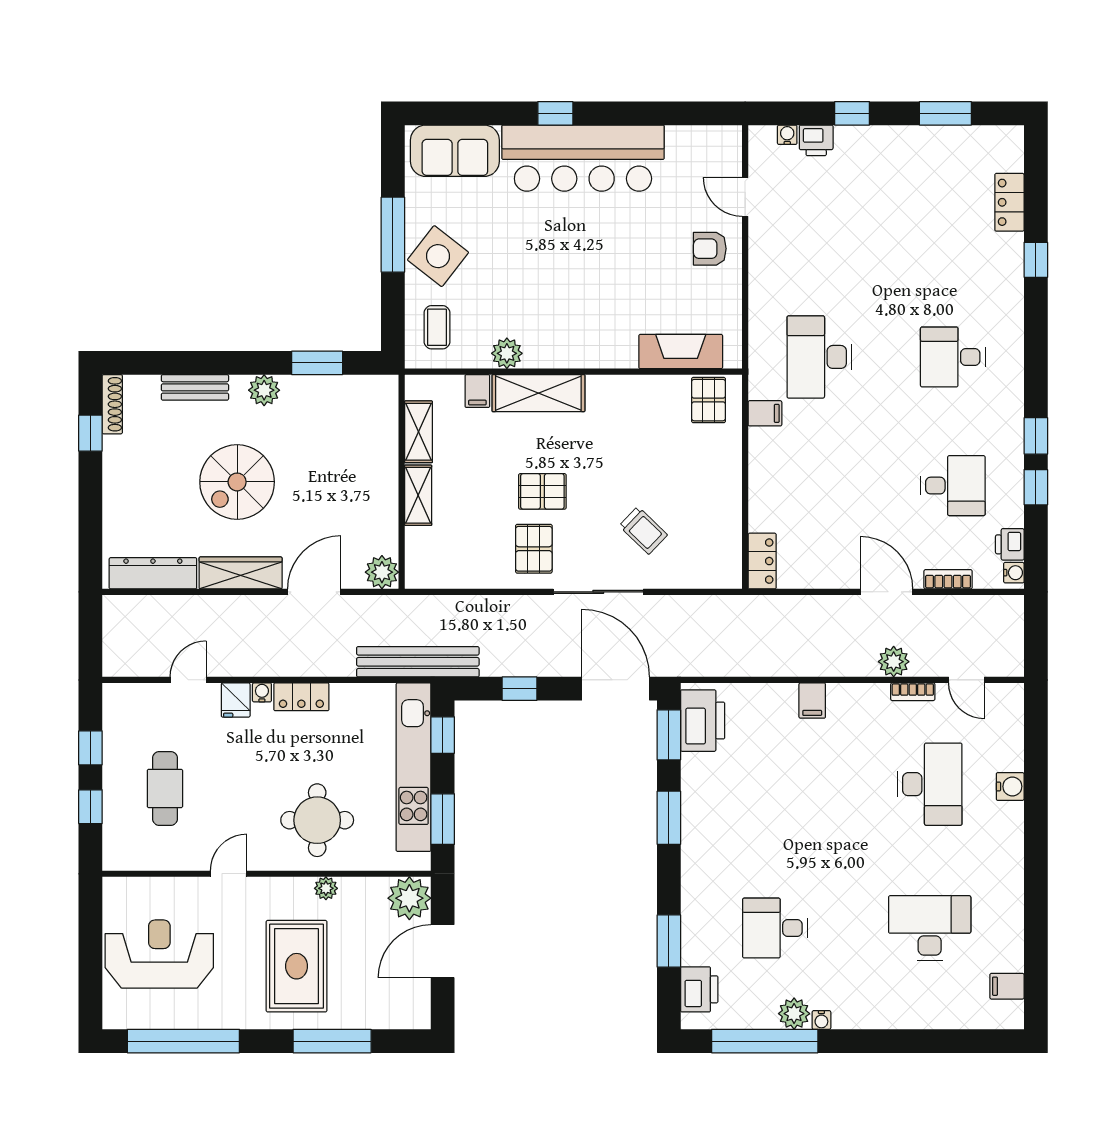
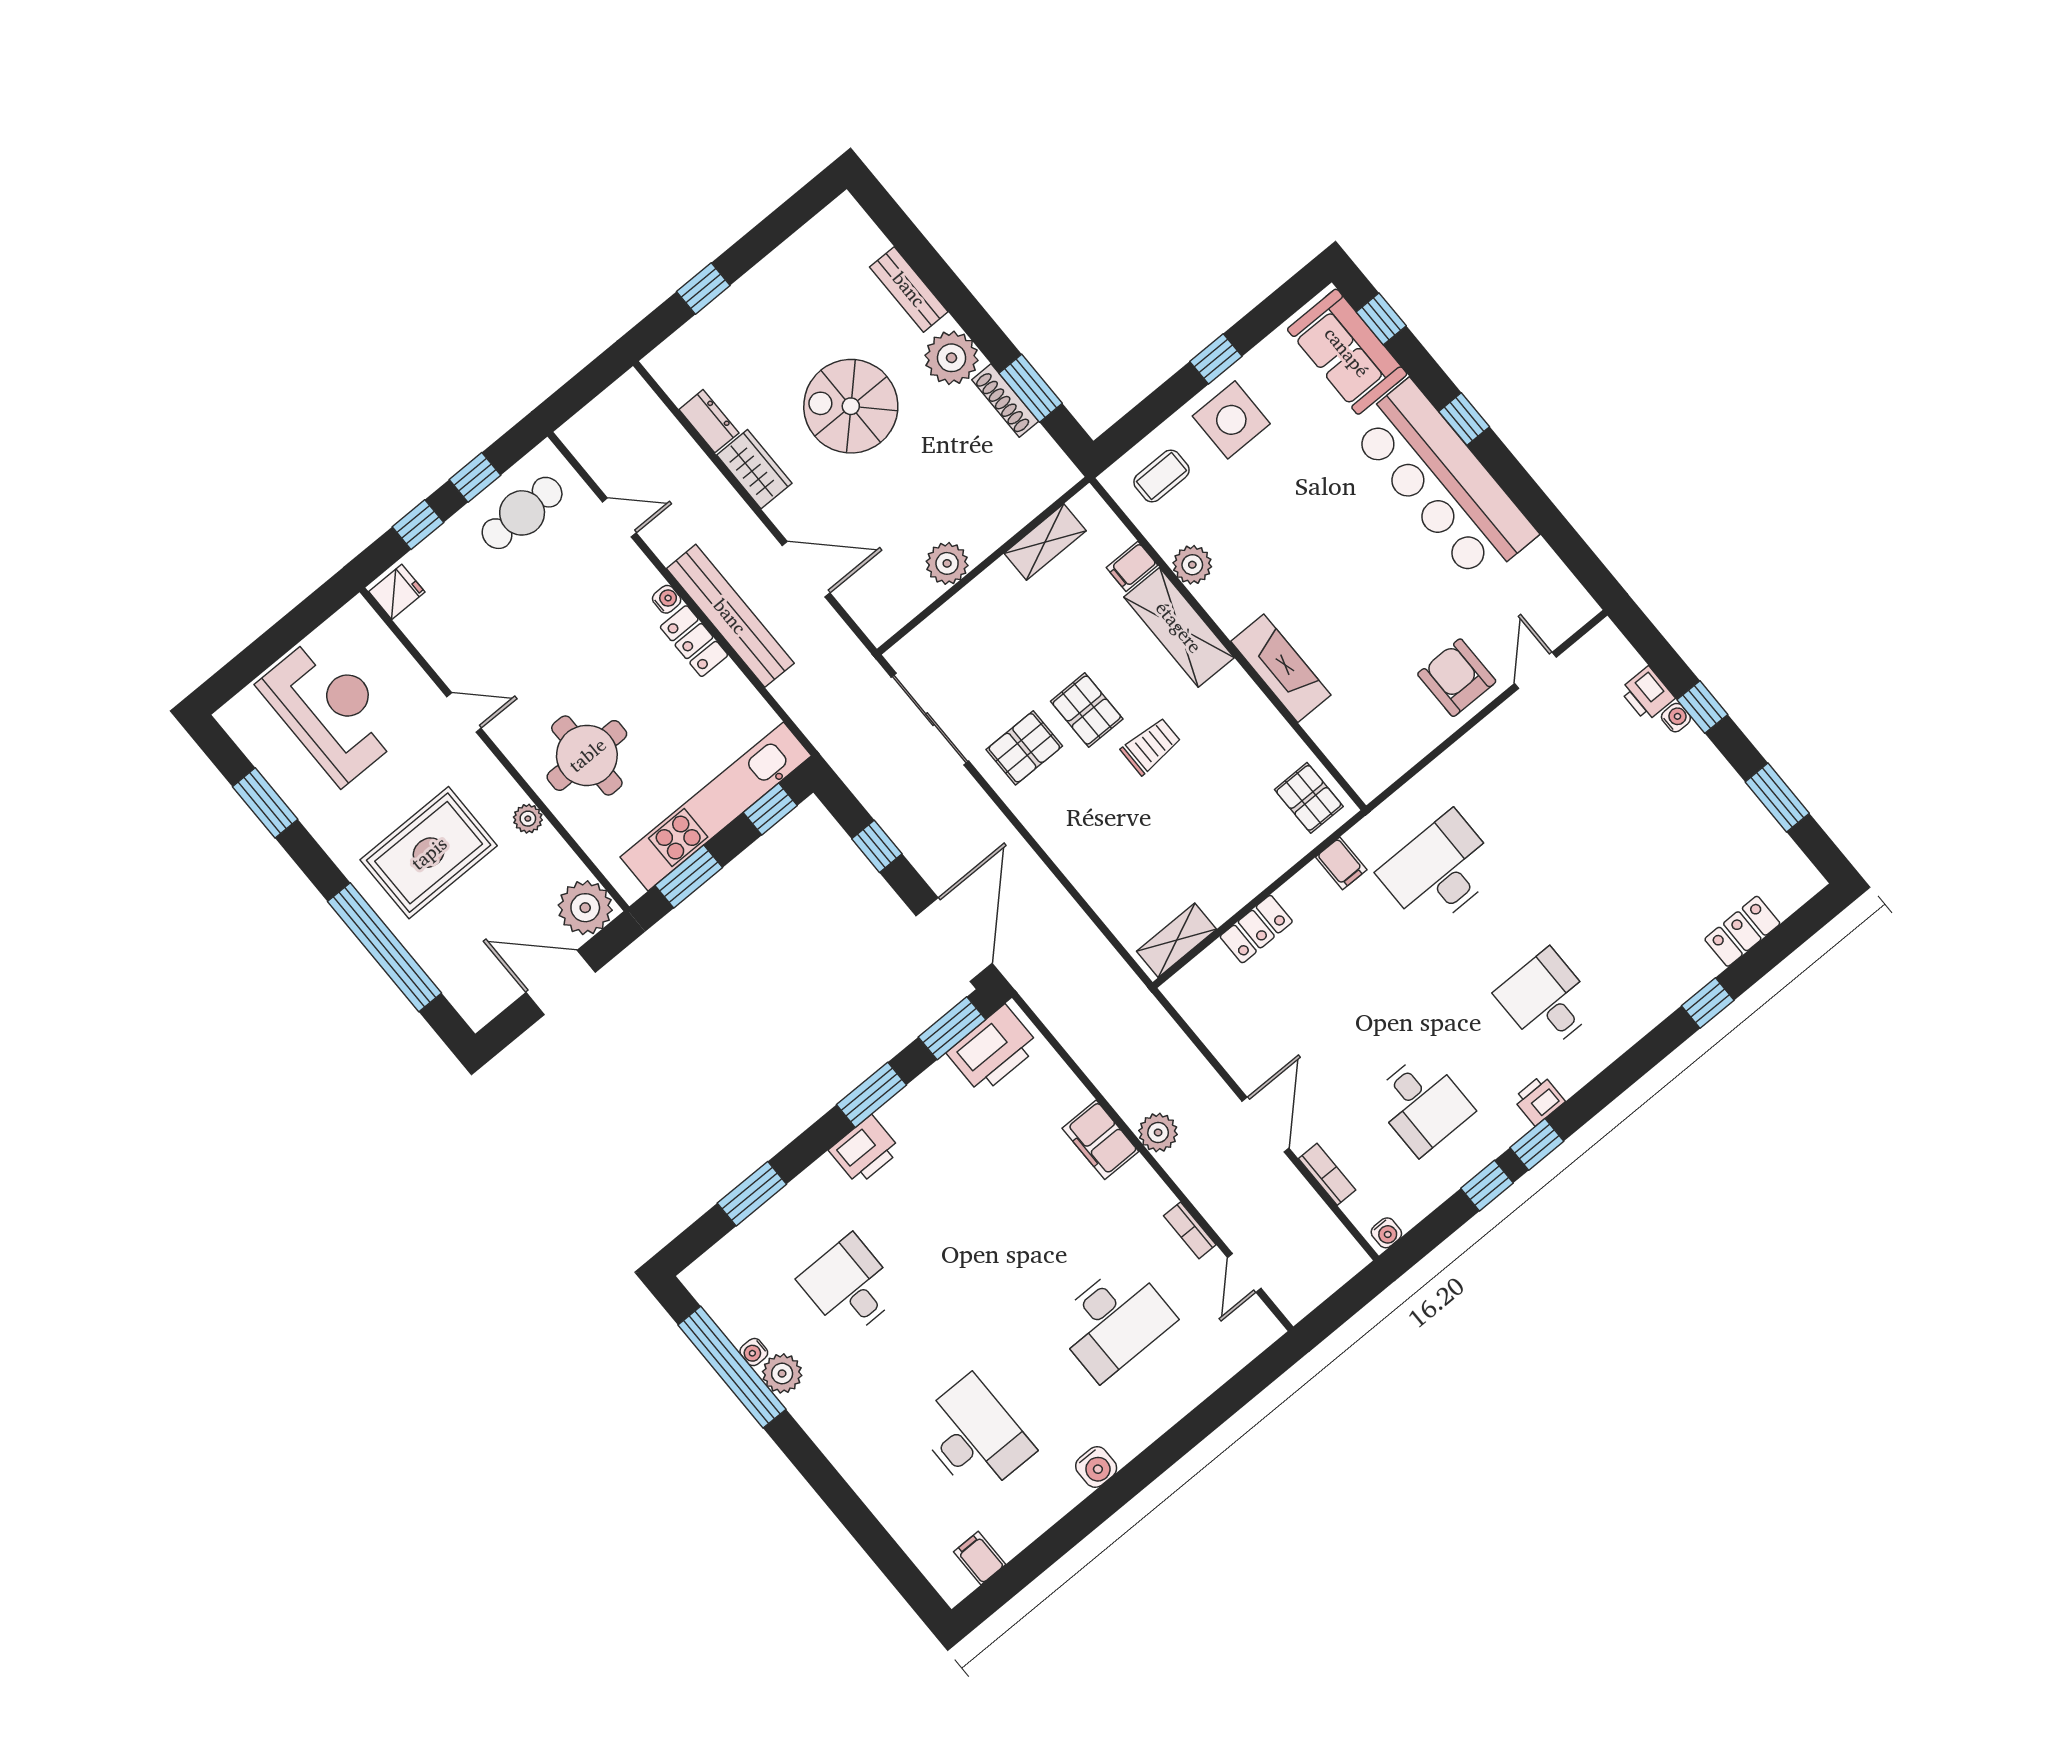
window: (452, 113) -> (1381, 319), added
water cooler: (787, 135) -> (1676, 718), moved
window: (393, 235) -> (1216, 359), width x0.46
armchair: (710, 249) -> (1457, 678), width x1.38, depth x1.38
side table: (438, 256) -> (1231, 420), turned -38
fireplace: (681, 352) -> (1281, 668), moved
plant: (264, 390) -> (952, 358), width x1.36, depth x1.36
pallet: (709, 400) -> (1309, 798), turned 90
shoe rack: (112, 404) -> (1005, 401), moved, turned 90
window: (90, 433) -> (703, 289), moved
shelving: (418, 495) -> (1177, 940), moved
trolley: (643, 530) -> (1151, 746), moved, turned -134
printer: (1010, 544) -> (1539, 1100), moved
locker: (762, 561) -> (1256, 929), moved
plant: (382, 572) -> (947, 563), moved
dresser: (153, 573) -> (709, 421), width x0.51, depth x0.80
wardrobe: (241, 573) -> (754, 469), width x0.67
sliding door: (598, 592) -> (930, 719), moved
bench: (418, 662) -> (730, 616), moved
plant: (894, 662) -> (1158, 1132), moved
fridge: (236, 700) -> (397, 592), moved, turned 180
filing cabinet: (812, 701) -> (1100, 1140), width x2.00
water cooler: (1010, 786) -> (1096, 1467), moved
cafe table: (165, 788) -> (522, 513), moved
printer: (699, 989) -> (865, 1150), moved
water cooler: (821, 1020) -> (754, 1352), moved
window: (183, 1041) -> (265, 803), width x0.47
window: (332, 1041) -> (385, 947), width x1.46

